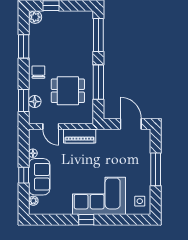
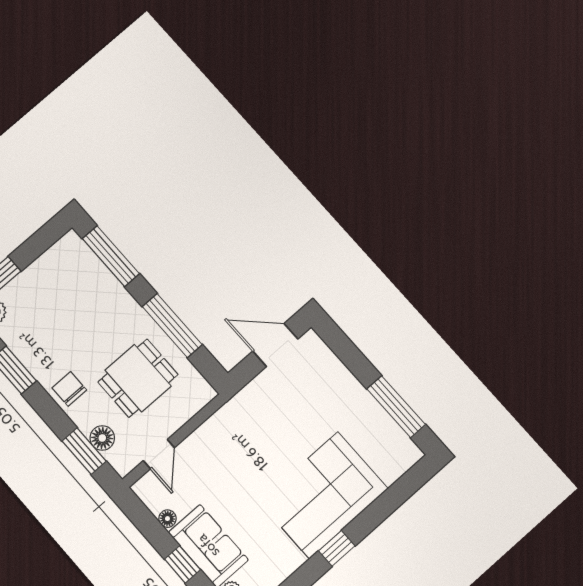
door: (51, 126) -> (159, 454), hinge flipped
piano: (80, 136) -> (215, 430), removed
window: (156, 169) -> (396, 407), moved
side table: (140, 201) -> (392, 449), removed

